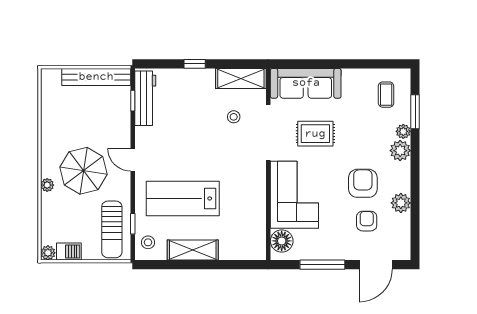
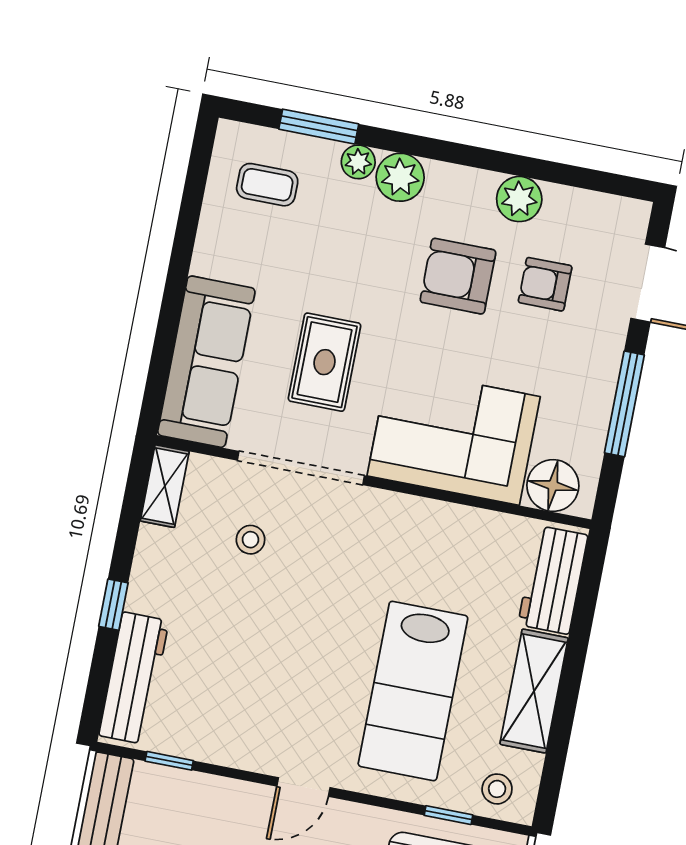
shelving: (241, 78) -> (165, 486), width x0.67, depth x0.75
workbench: (145, 98) -> (134, 678), moved, turned 90
workbench: (242, 249) -> (553, 580), added

